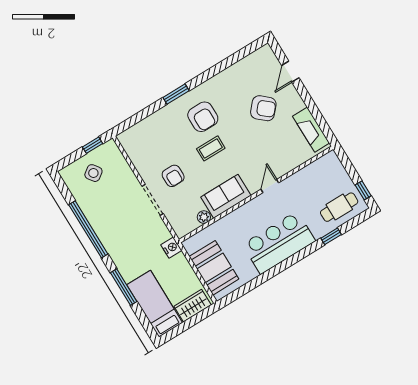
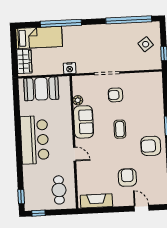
armchair: (263, 108) -> (127, 178), turned 139
armchair: (203, 117) -> (151, 146), moved
cafe table: (339, 207) -> (59, 190), moved
window: (88, 229) -> (129, 20), moved
window: (331, 236) -> (21, 197), moved
window: (124, 287) -> (61, 23), width x1.46

